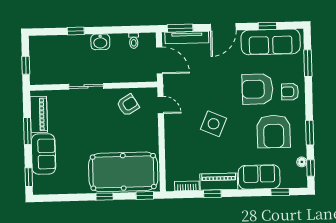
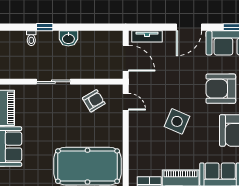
window: (180, 28) -> (147, 27), removed
tv unit: (187, 38) -> (147, 36), width x0.71
toilet: (134, 41) -> (31, 38), moved

